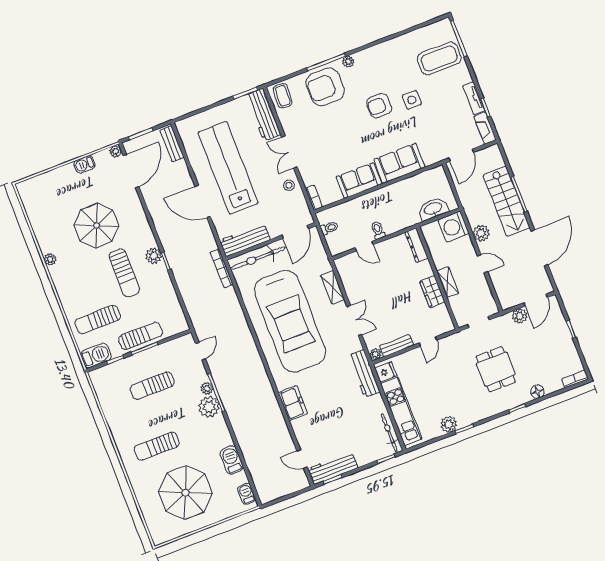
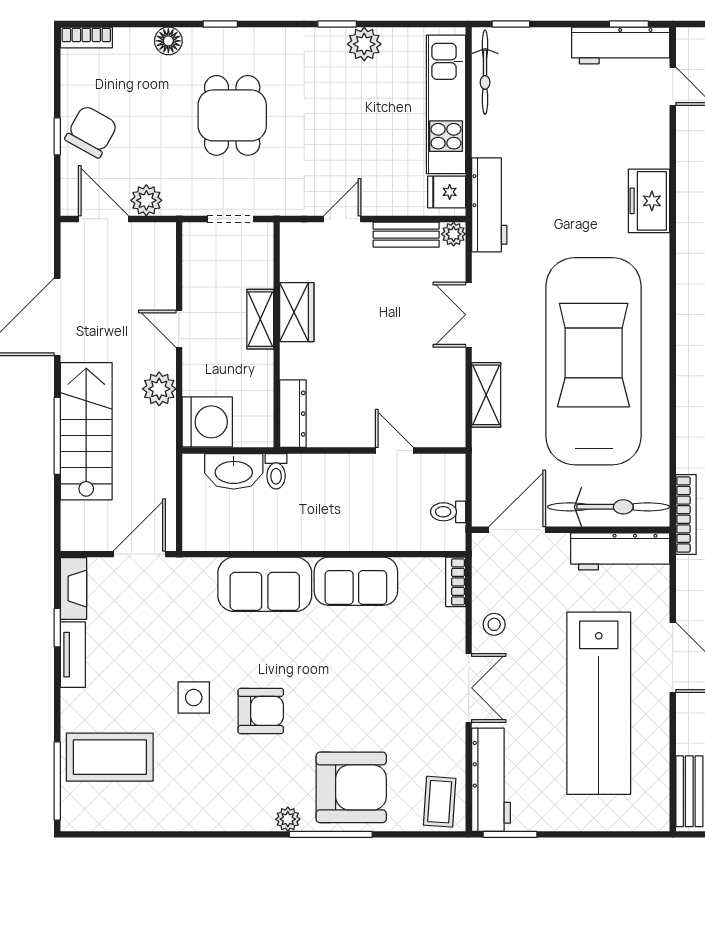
toilet: (378, 230) -> (276, 471), moved
door: (536, 300) -> (104, 219), hinge flipped
chair: (556, 337) -> (91, 132), added

